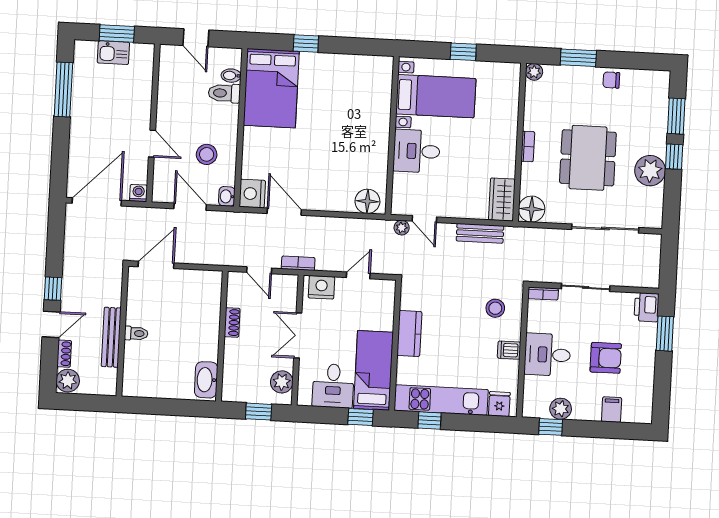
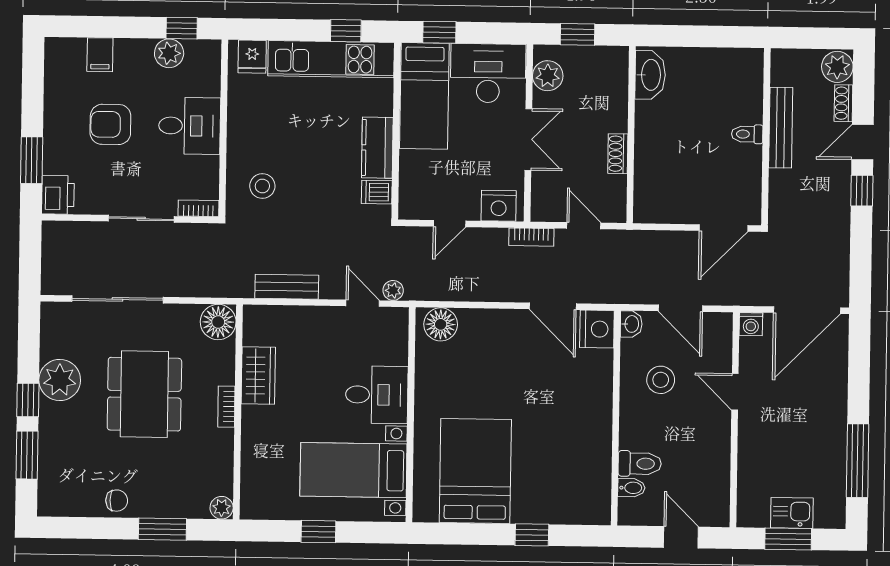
bed: (271, 88) -> (475, 471), moved
wardrobe: (502, 199) -> (258, 375), moved
dishwasher: (509, 350) -> (377, 192), moved, turned 180
desk: (333, 386) -> (488, 73), width x1.37

